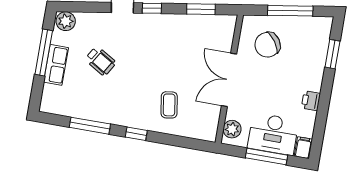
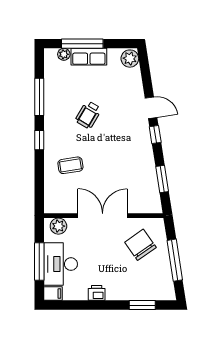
window: (44, 52) -> (82, 44), moved
wheelchair: (101, 61) -> (88, 115), moved
plant: (49, 91) -> (64, 54), added

